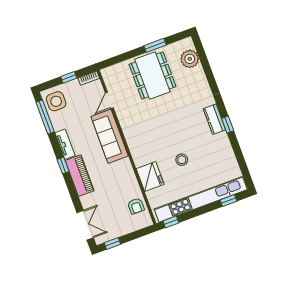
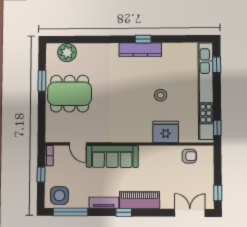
kitchen counter: (214, 119) -> (140, 50), width x1.50

